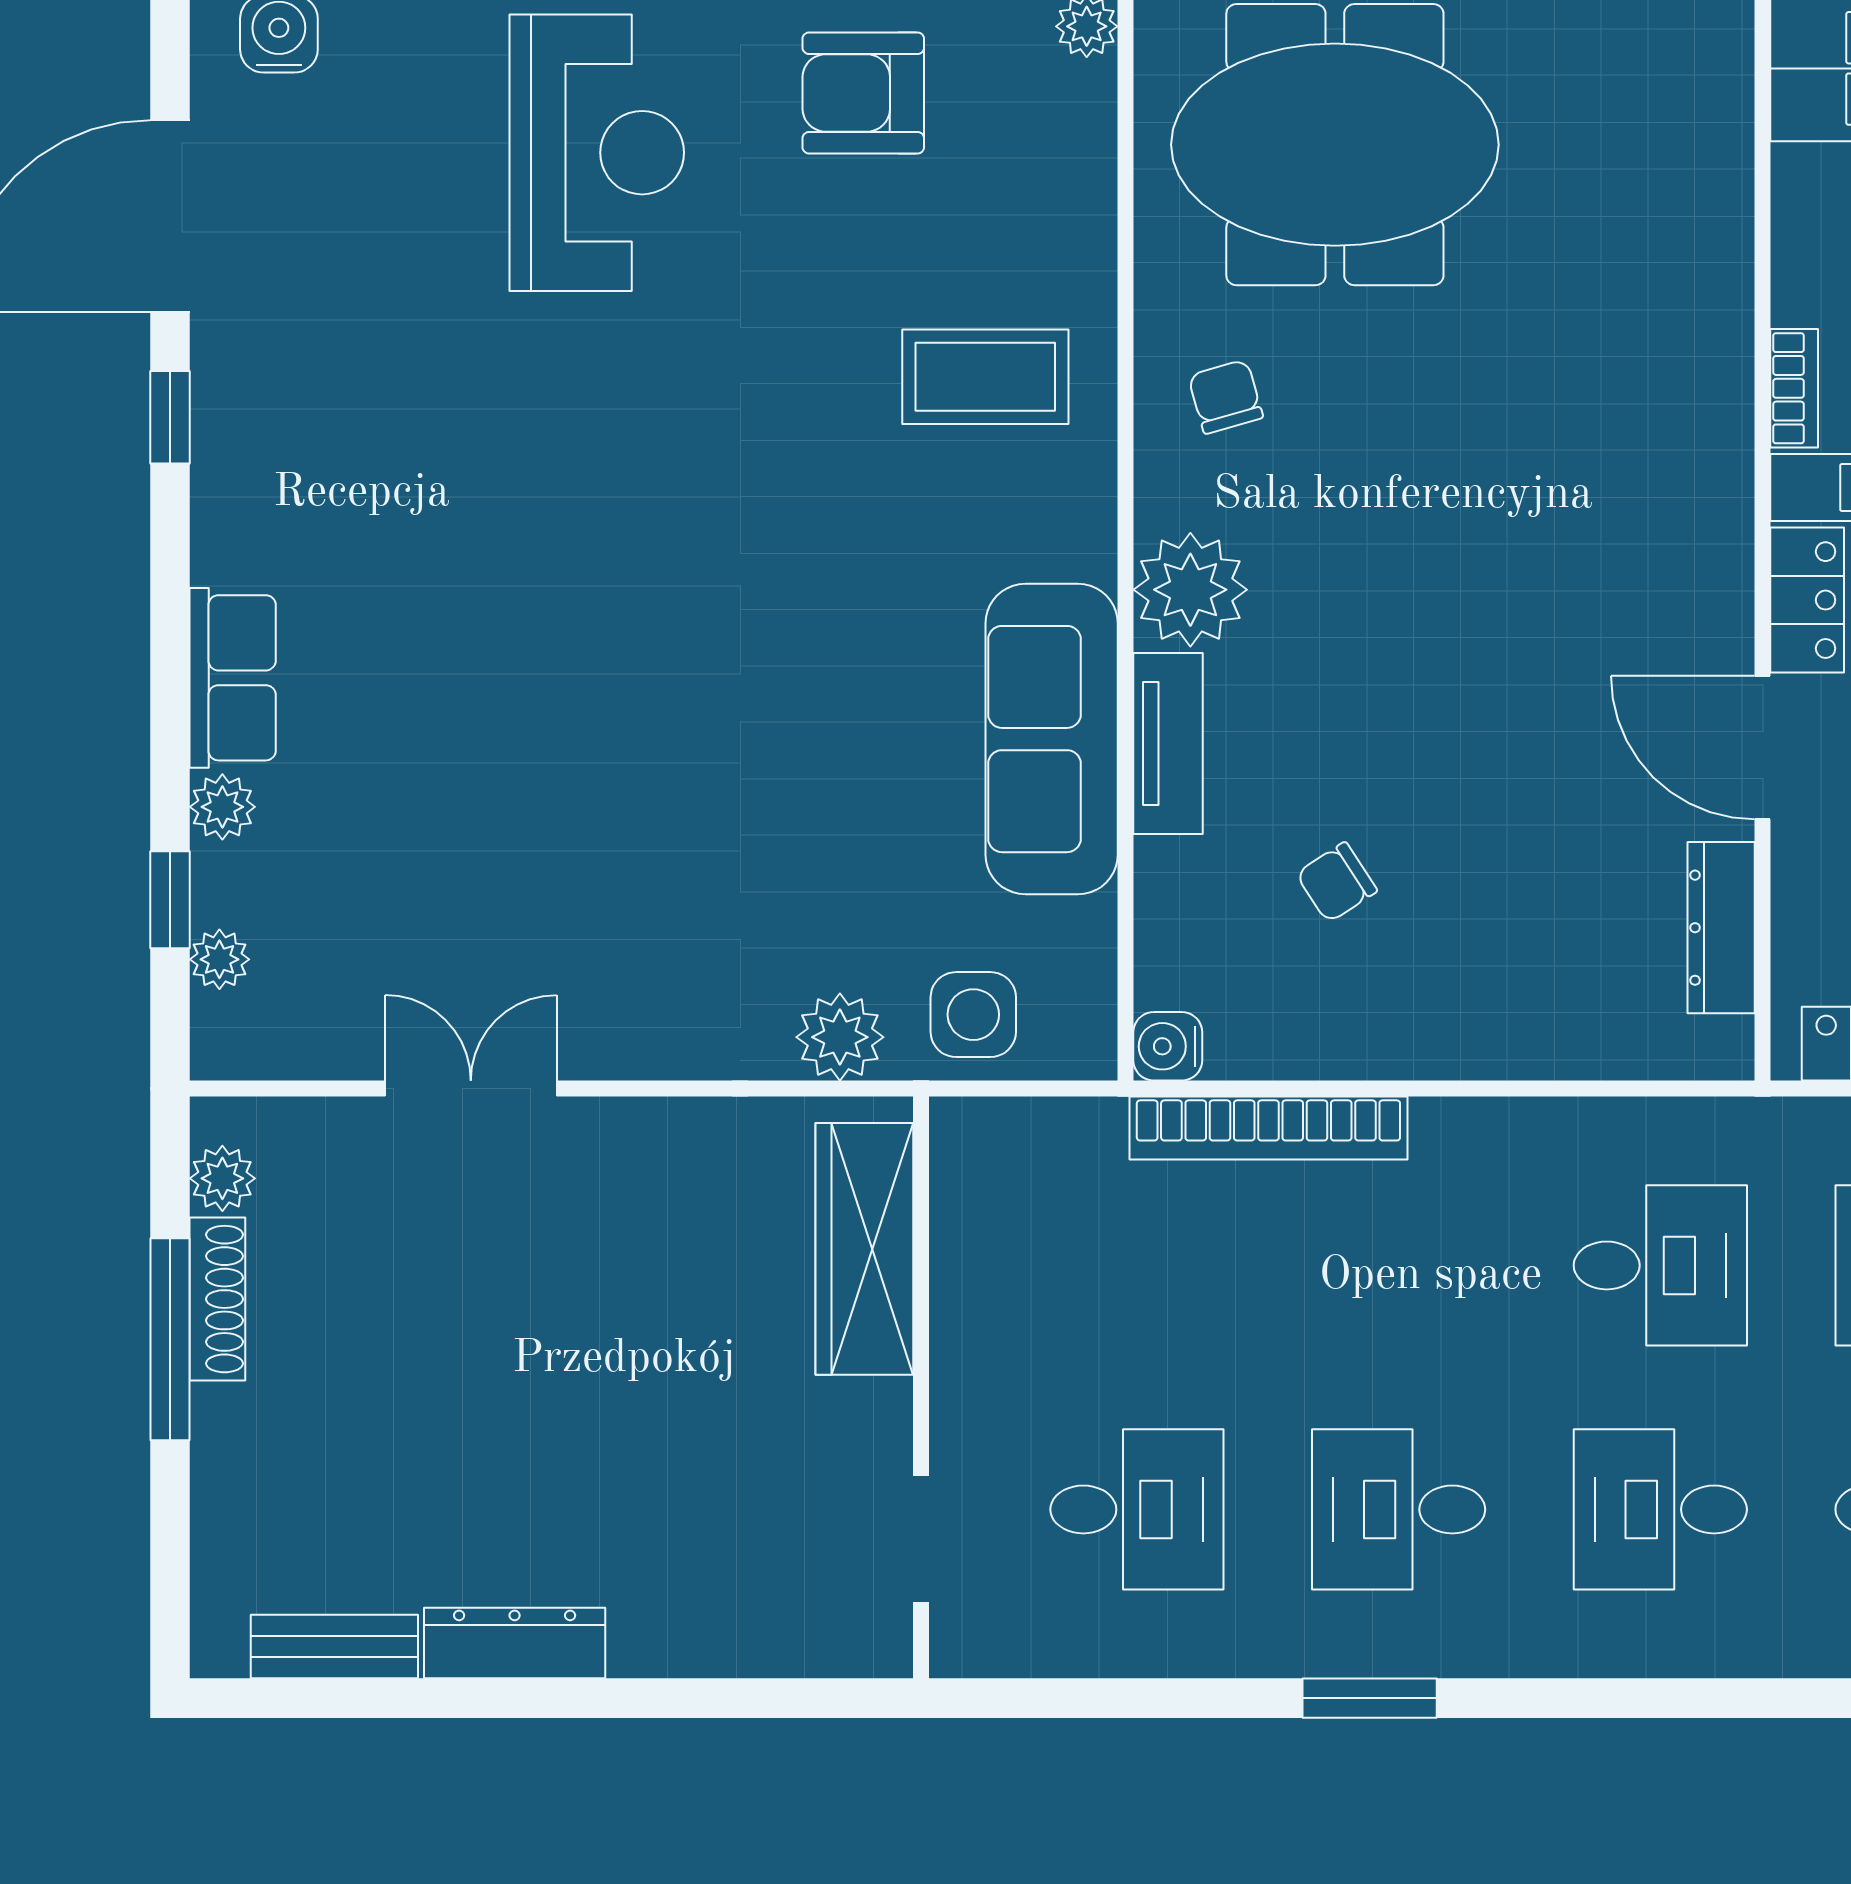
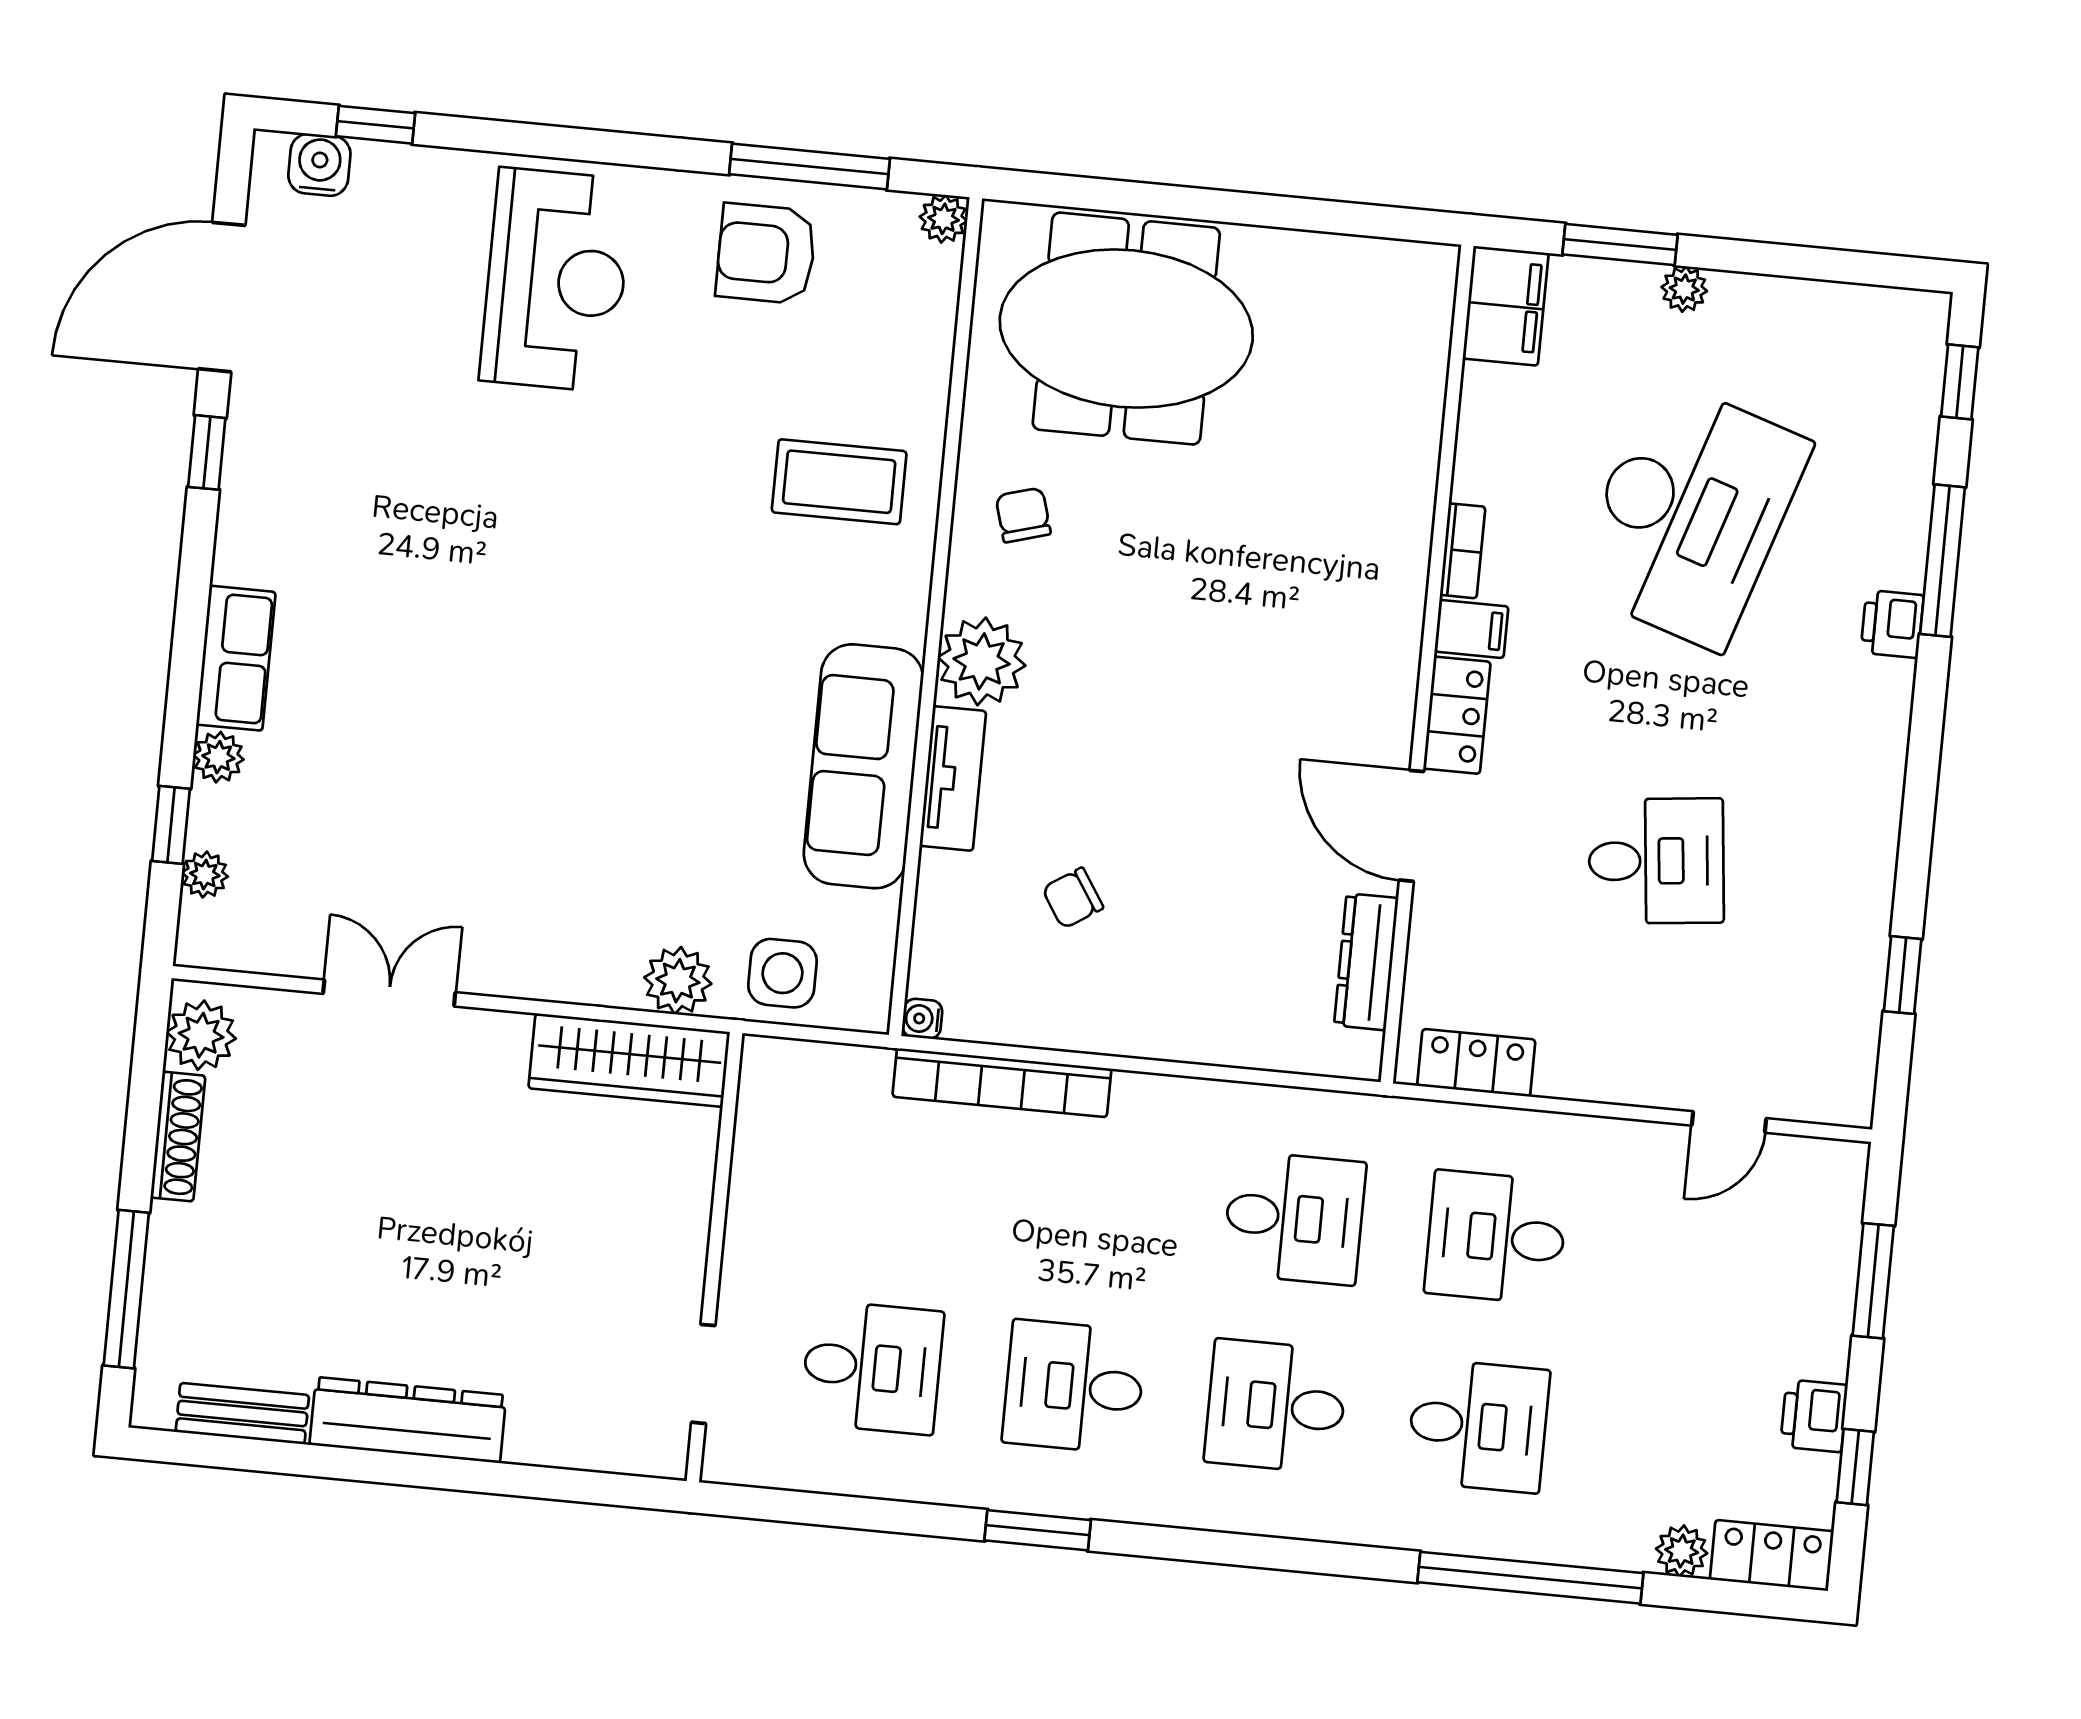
water cooler: (1168, 1046) -> (922, 1019), width x0.72, depth x0.72
plant: (222, 1178) -> (201, 1035), width x1.38, depth x1.38
wardrobe: (864, 1249) -> (629, 1060), moved, turned -90
window: (170, 1339) -> (126, 1289), moved
dresser: (515, 1643) -> (408, 1420), width x1.37, depth x1.24

